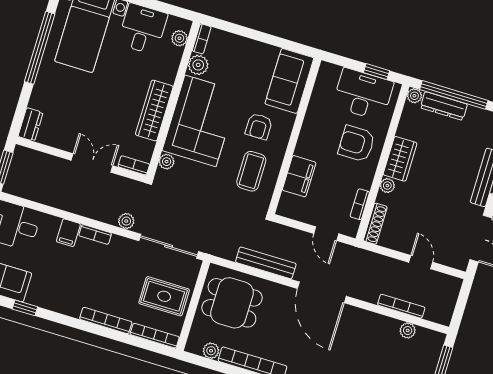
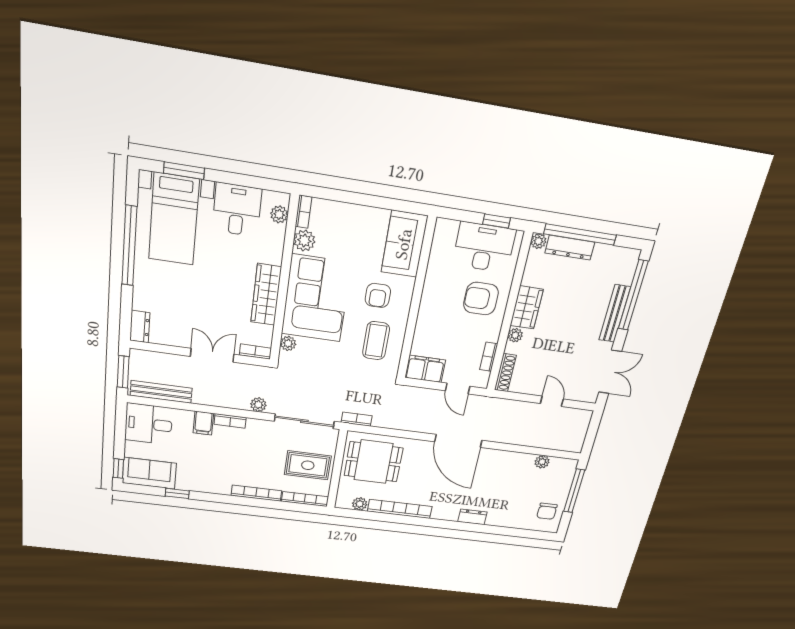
filing cabinet: (299, 176) -> (425, 369), moved, turned -90
bench: (266, 263) -> (161, 392), moved
bookcase: (401, 306) -> (357, 419), moved, width x0.64

